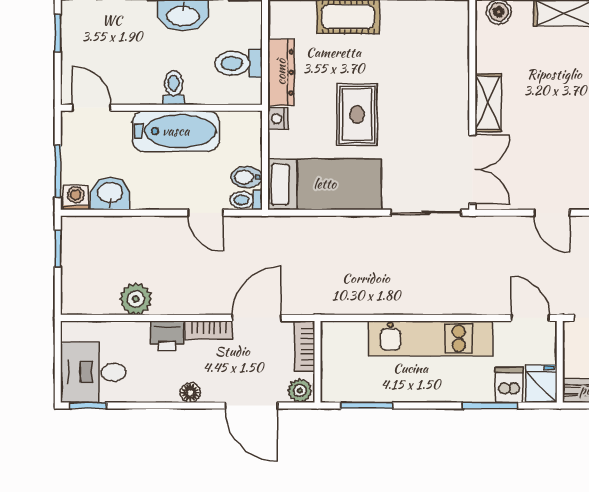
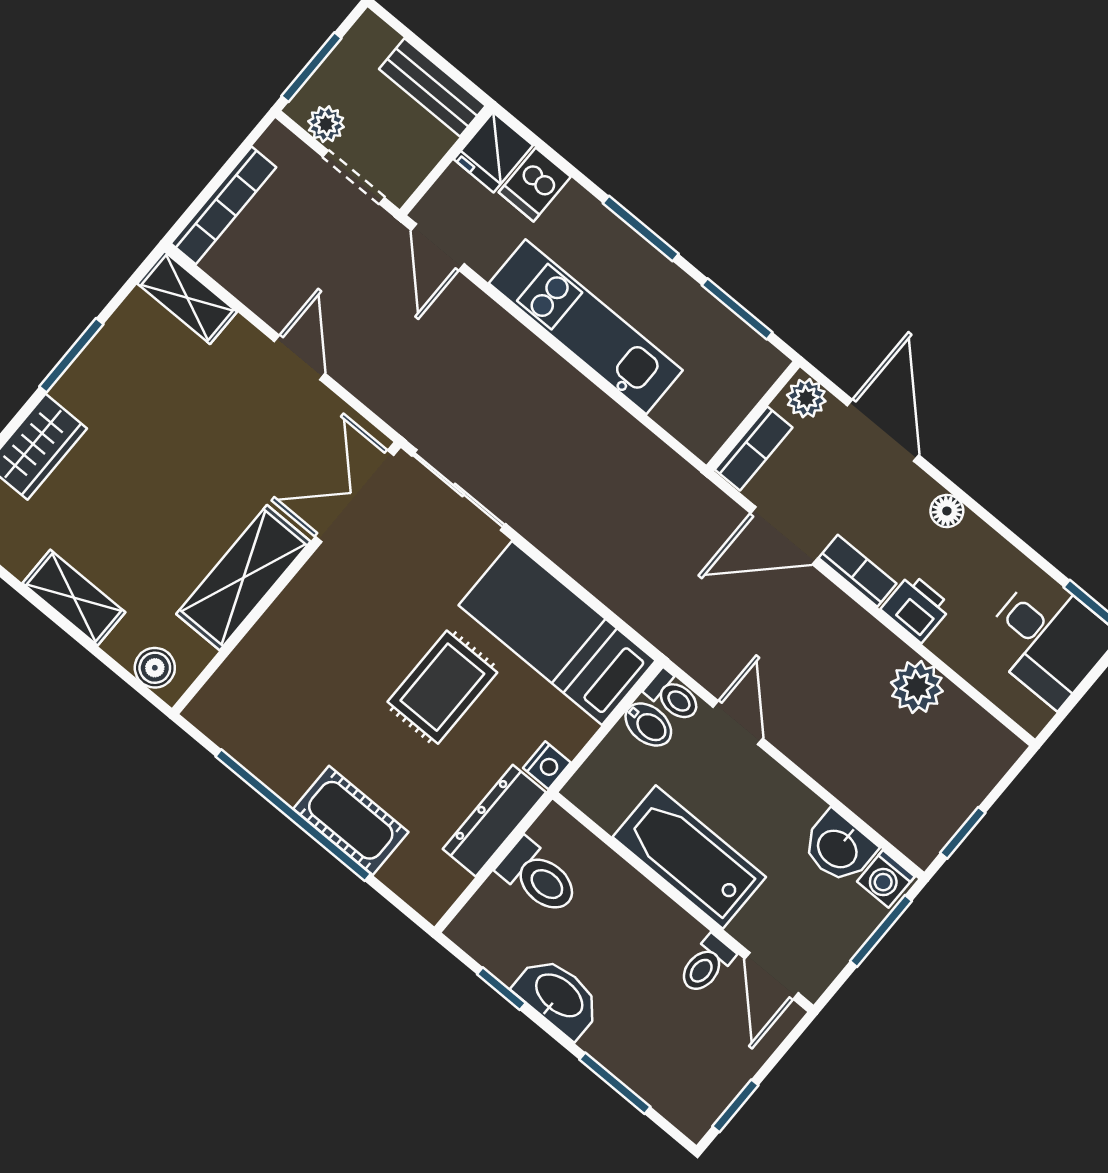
toilet: (174, 88) -> (706, 965), moved
shelving: (488, 103) -> (243, 578), width x1.50, depth x1.33
window: (490, 405) -> (641, 229), moved

